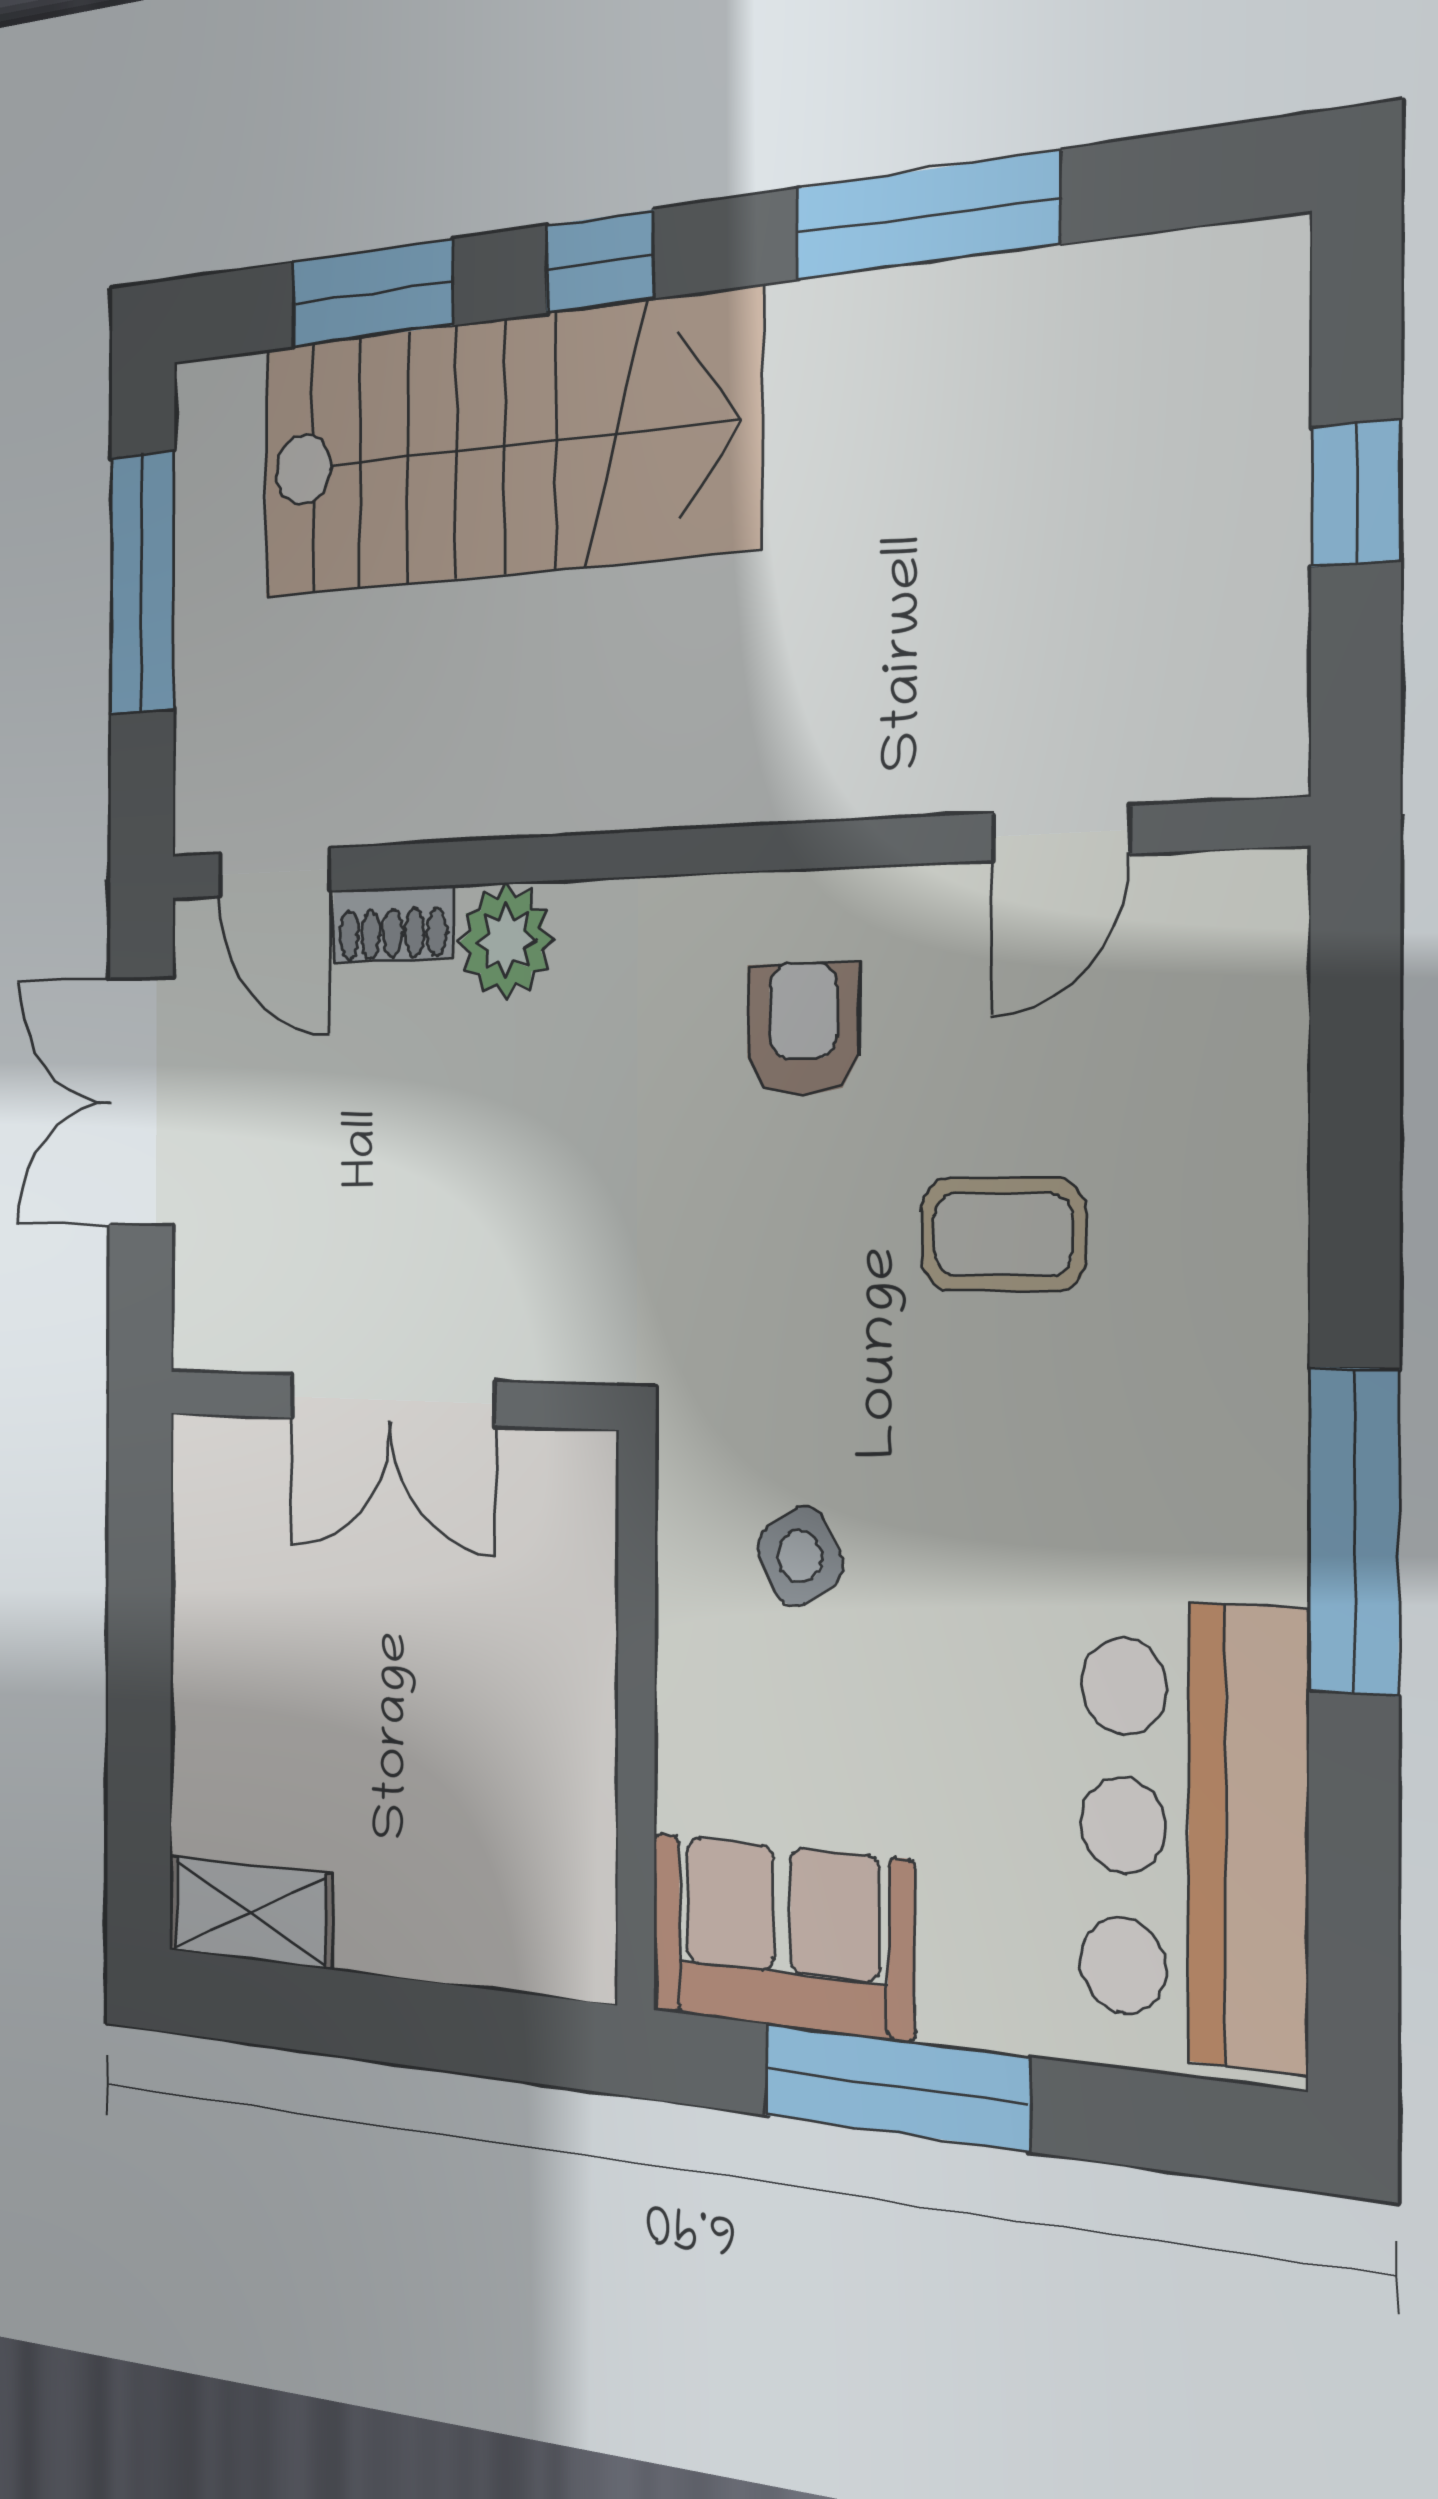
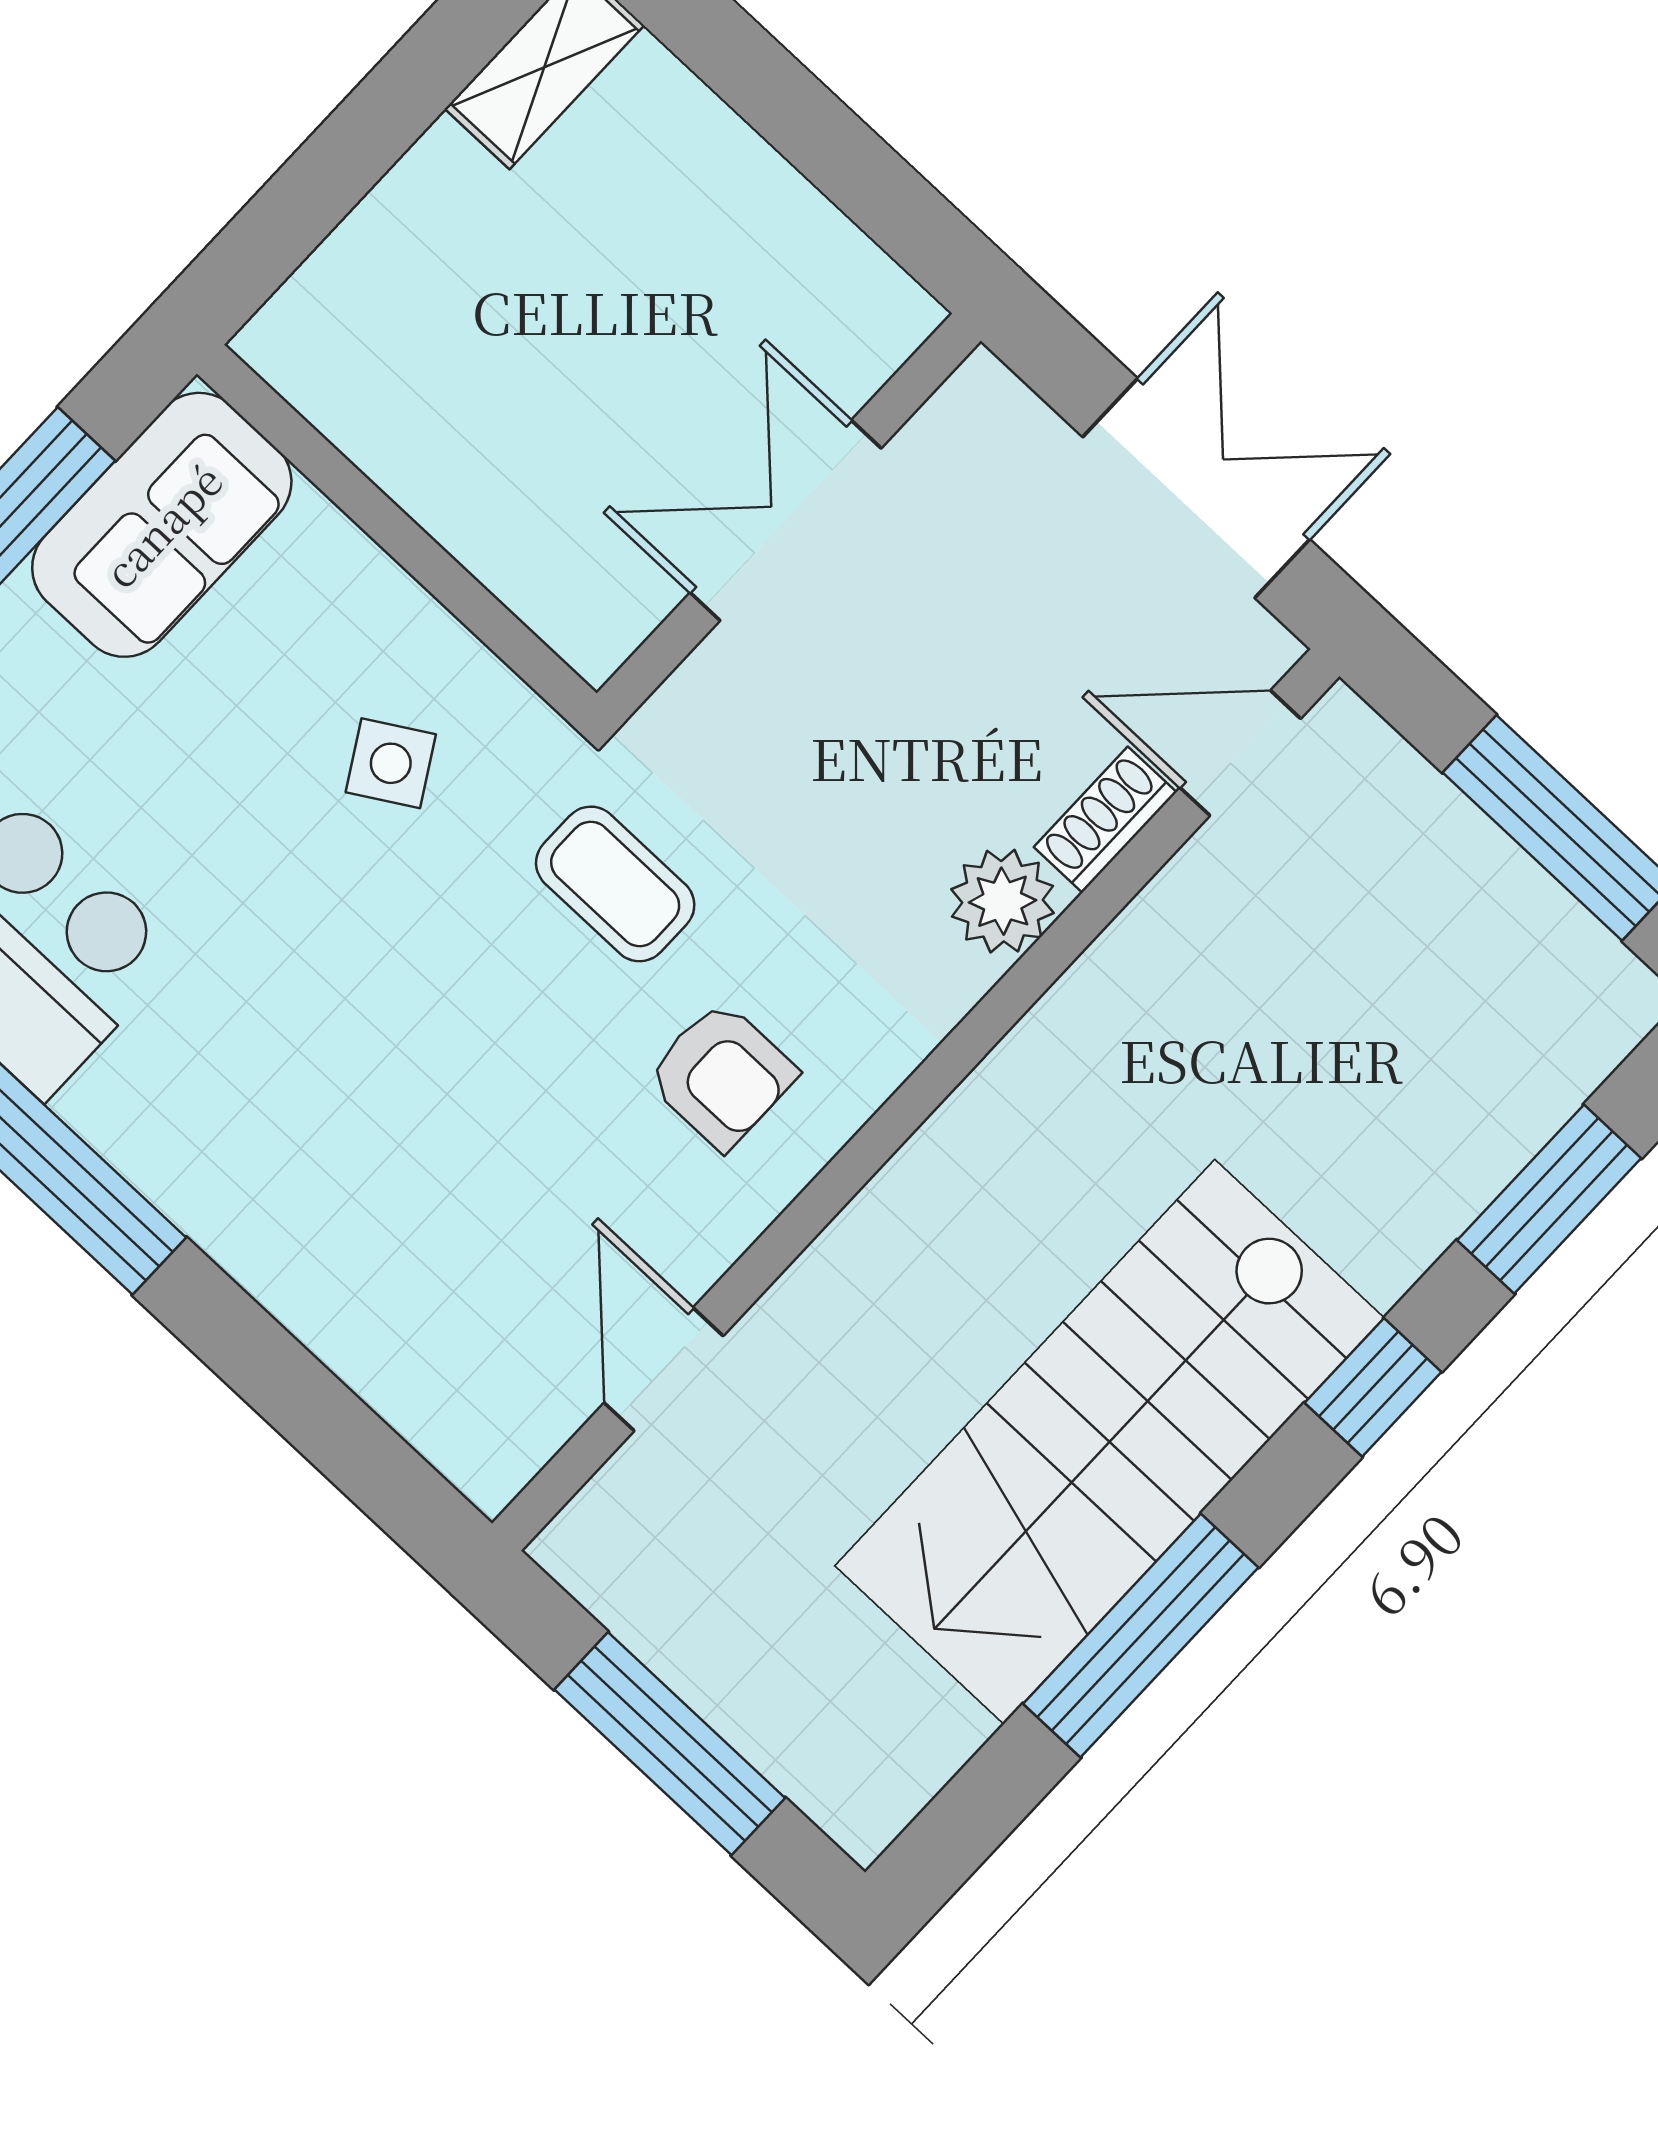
stairs: (505, 446) -> (1109, 1442), moved
window: (1356, 493) -> (670, 1744), width x2.17
coffee table: (1003, 1235) -> (615, 884), moved, turned 90

